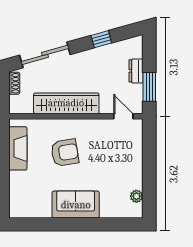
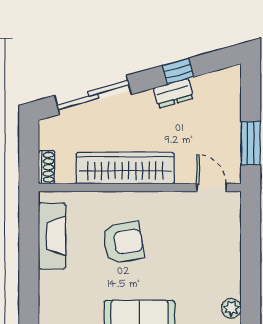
dresser: (136, 71) -> (173, 93), moved, turned -106
shoe rack: (14, 83) -> (47, 167), moved

